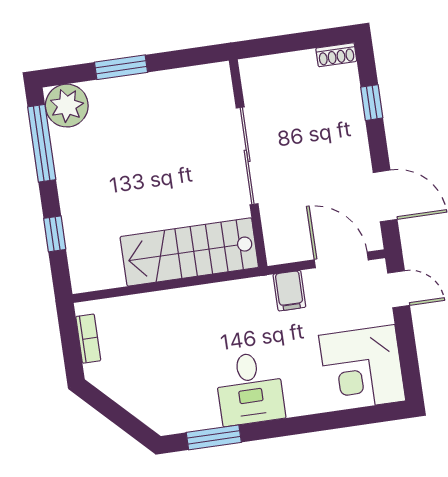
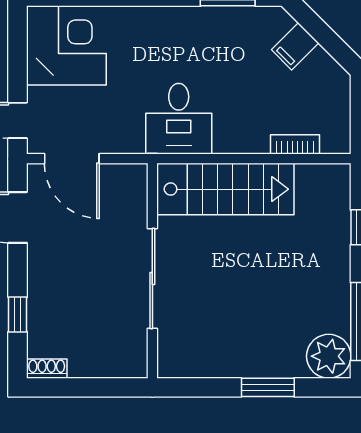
filing cabinet: (289, 291) -> (295, 46), moved, turned -135
bookcase: (88, 339) -> (295, 144), moved, turned 90
desk: (250, 388) -> (179, 119), moved, turned 180

